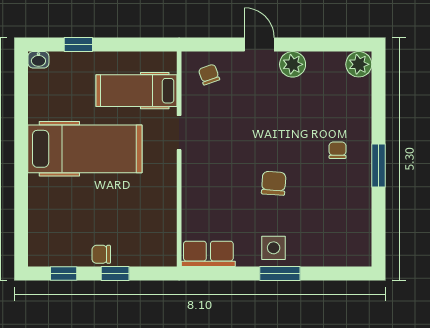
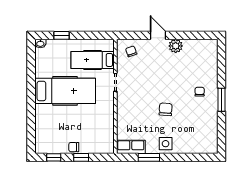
plant: (359, 64) -> (211, 46), removed
window: (280, 274) -> (149, 157), moved

